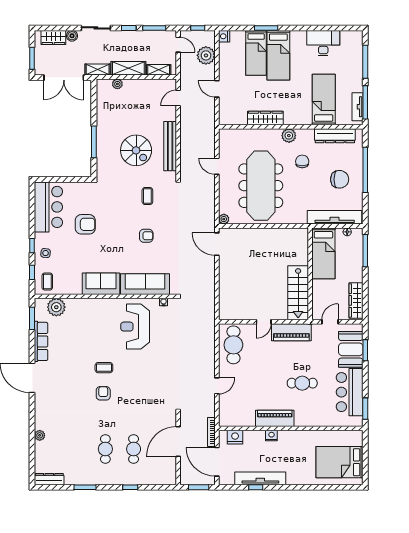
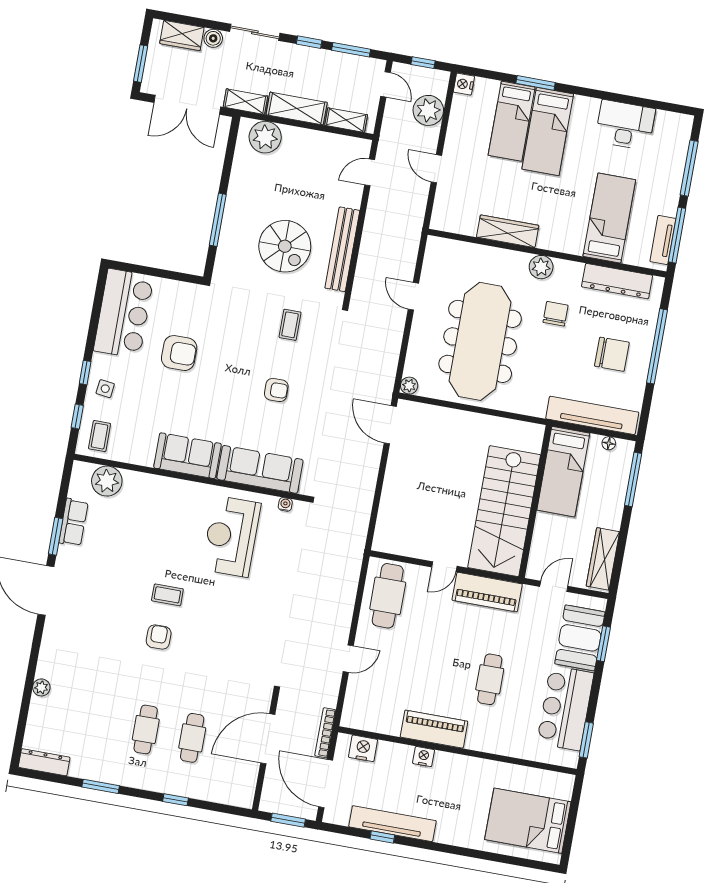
plant: (117, 84) -> (265, 137), width x1.87, depth x1.87
stairs: (298, 293) -> (504, 511), width x1.36, depth x1.51
window: (32, 318) -> (56, 536), moved
row of seats: (41, 341) -> (73, 522), width x0.68
cafe table: (302, 383) -> (490, 679), turned 90

